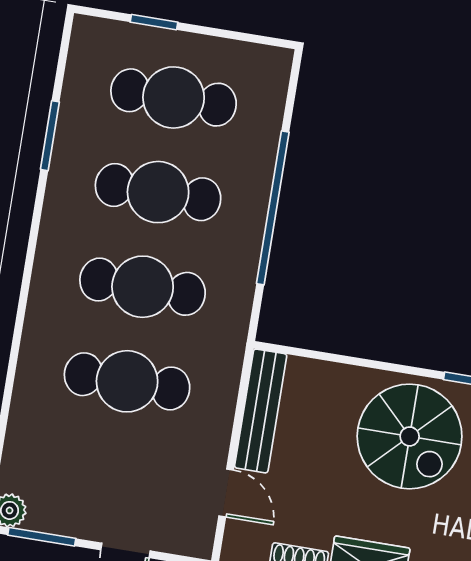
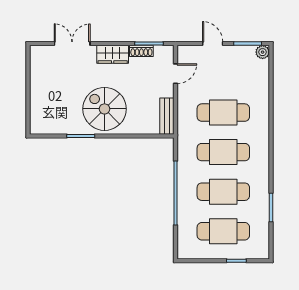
bench: (261, 411) -> (167, 116), width x0.73
door: (226, 493) -> (175, 74), swing flipped

